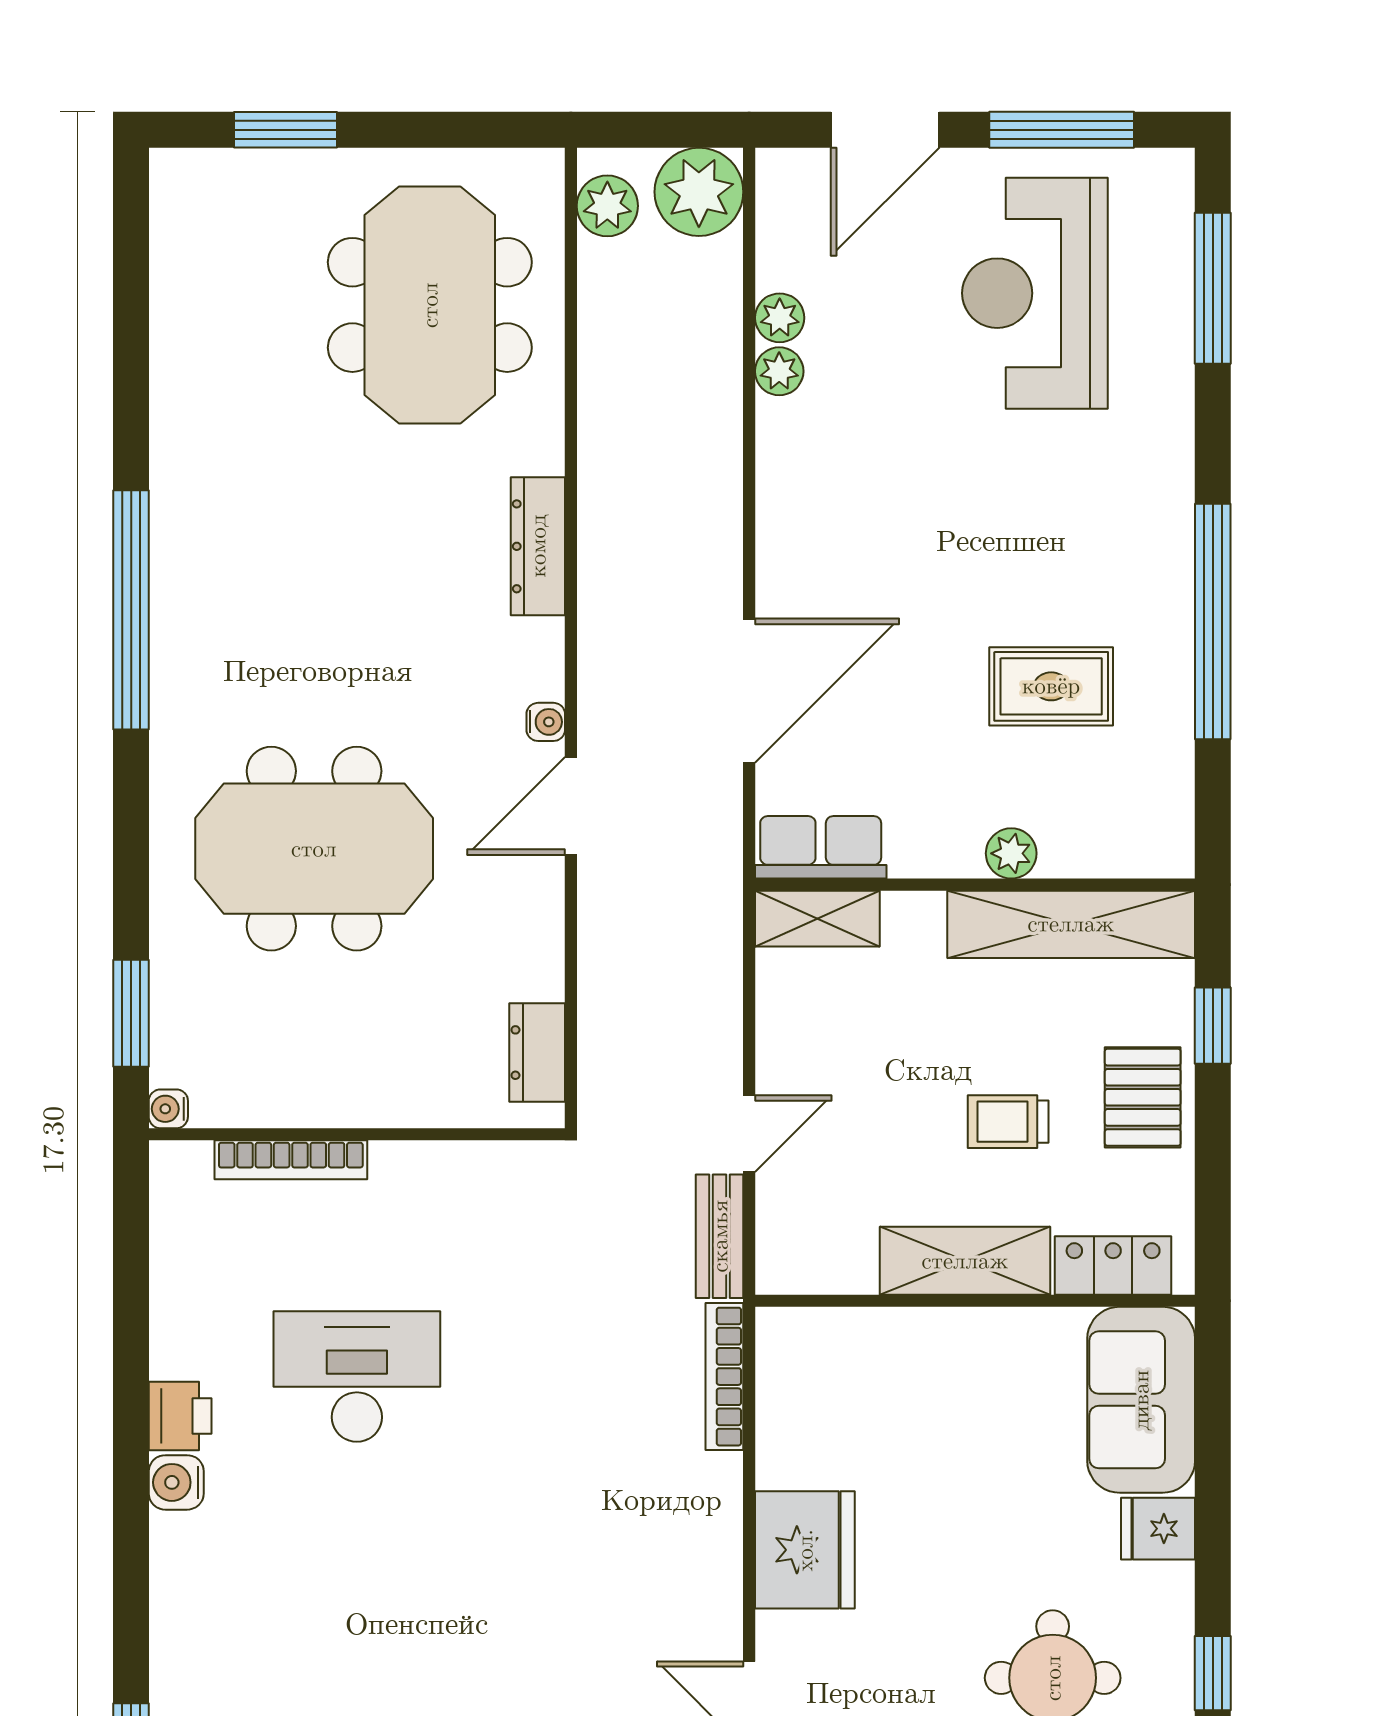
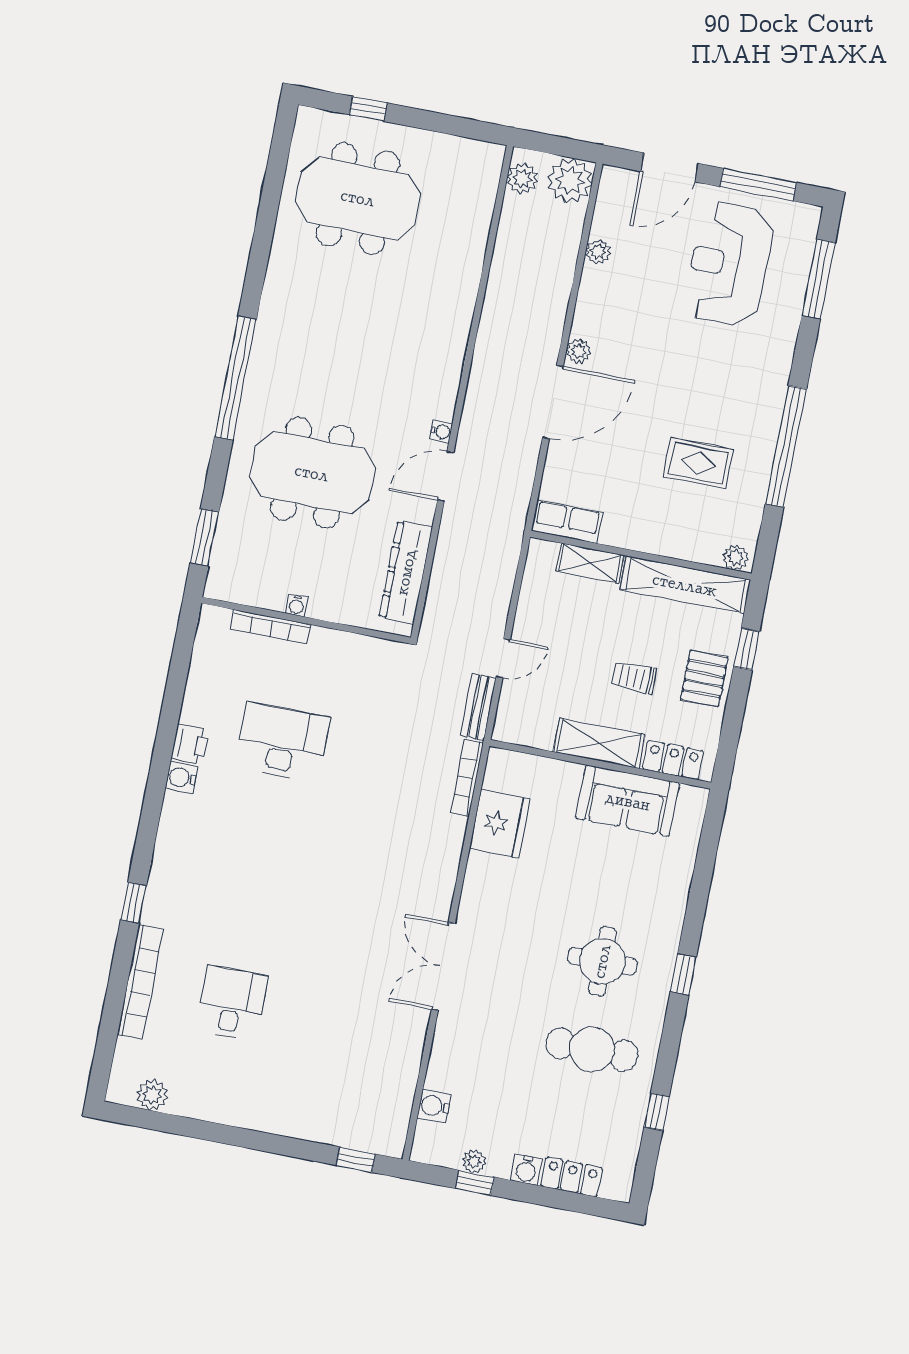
window: (285, 130) -> (368, 109), width x0.67
meeting table: (430, 305) -> (358, 198), moved, turned 90
plant: (779, 371) -> (579, 351), moved
dresser: (538, 546) -> (454, 343), removed
window: (131, 610) -> (235, 378), moved
door: (749, 691) -> (553, 402), moved
plant: (1011, 853) -> (736, 557), moved
shelving: (817, 919) -> (590, 563), moved
dresser: (537, 1053) -> (406, 572), width x1.96, depth x1.24
water cooler: (168, 1109) -> (297, 605), moved, turned -90
sofa: (1141, 1400) -> (628, 801), moved, turned -90
fridge: (1158, 1529) -> (670, 897), removed
fridge: (805, 1550) -> (500, 824), moved

